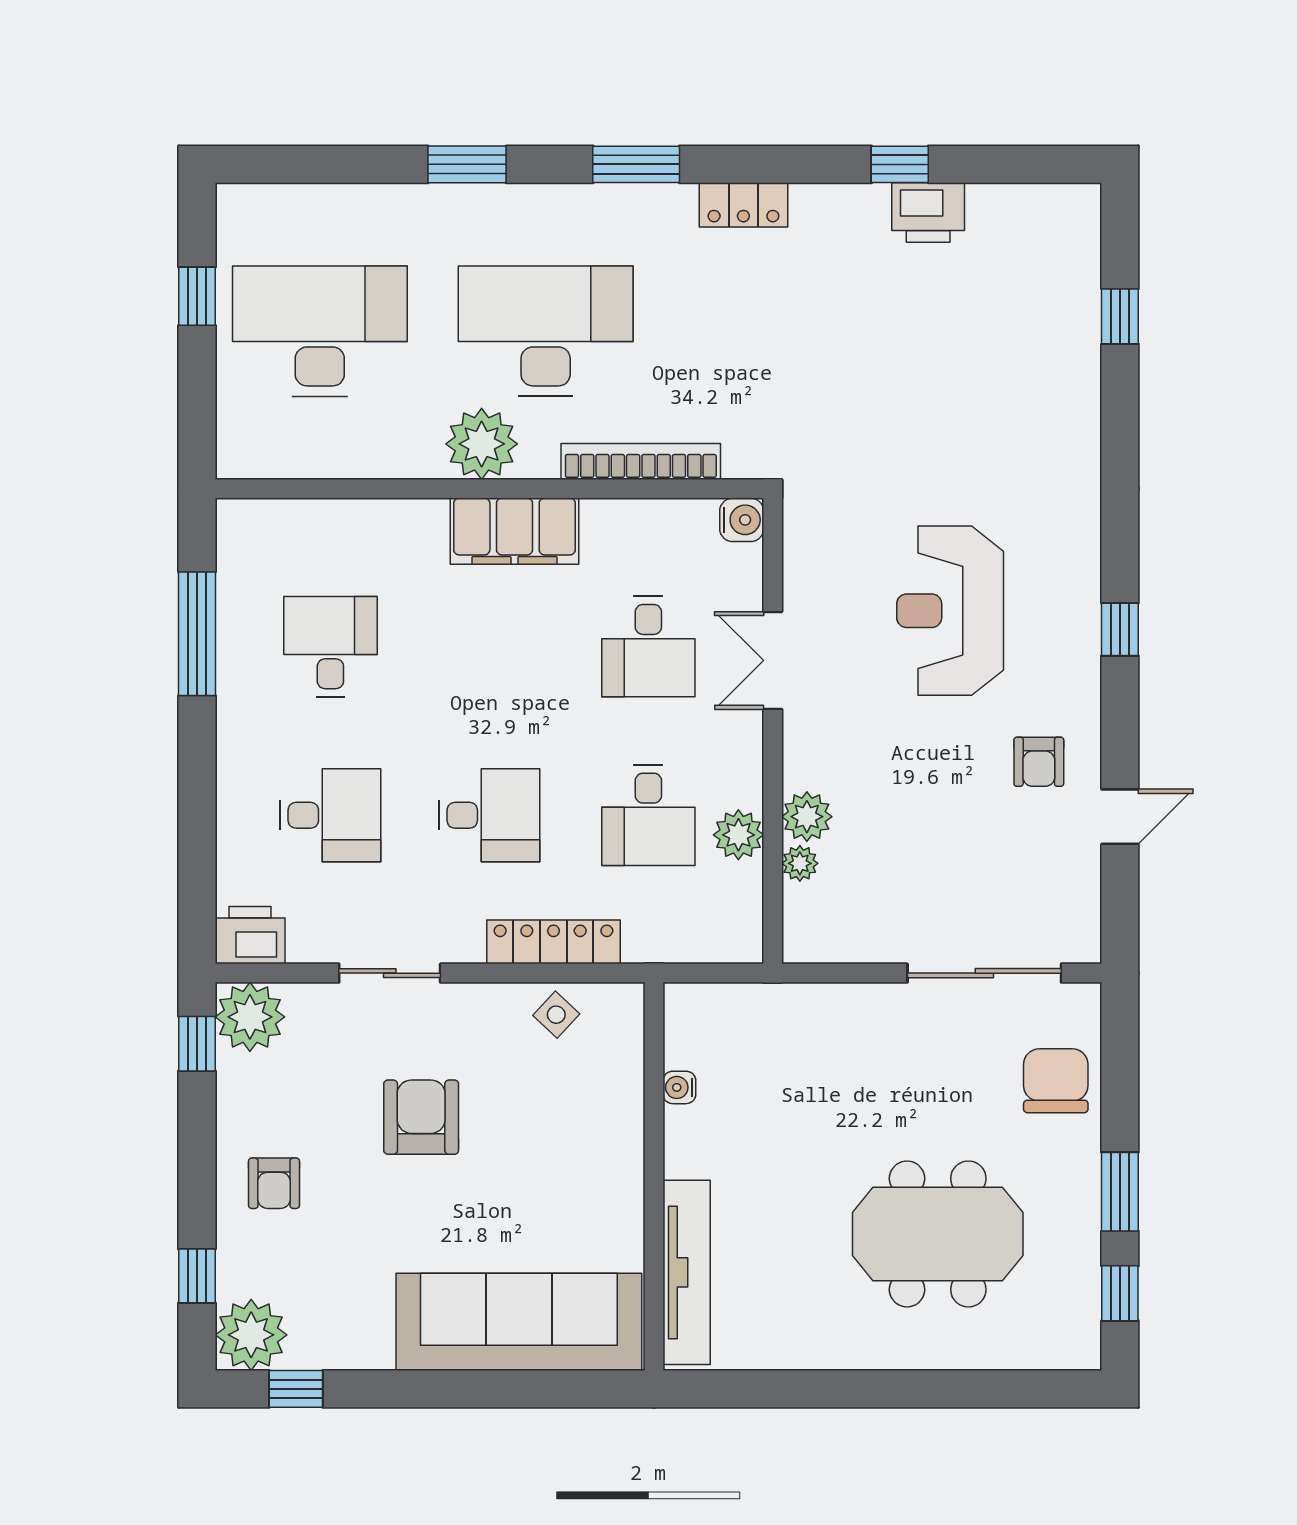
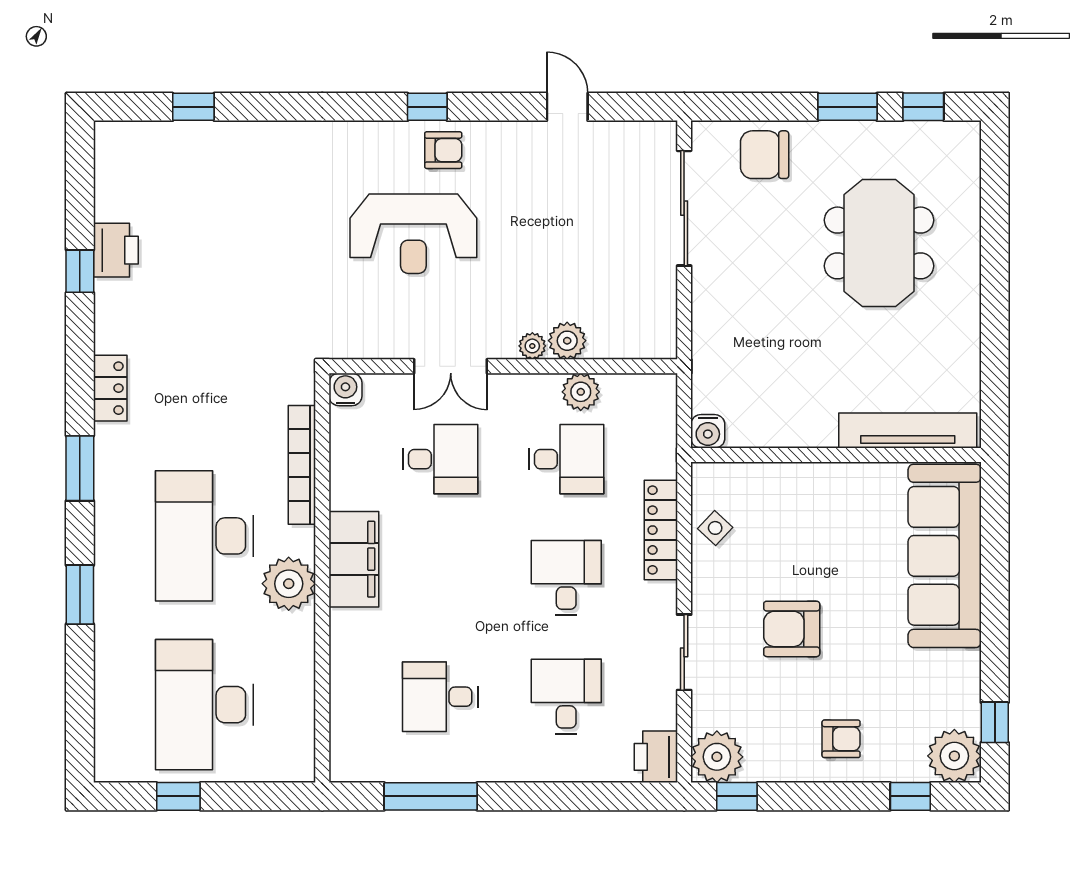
armchair: (1039, 762) -> (443, 150), moved
plant: (800, 863) -> (532, 346), moved
water cooler: (679, 1087) -> (708, 431), moved, width x1.38, depth x1.38

